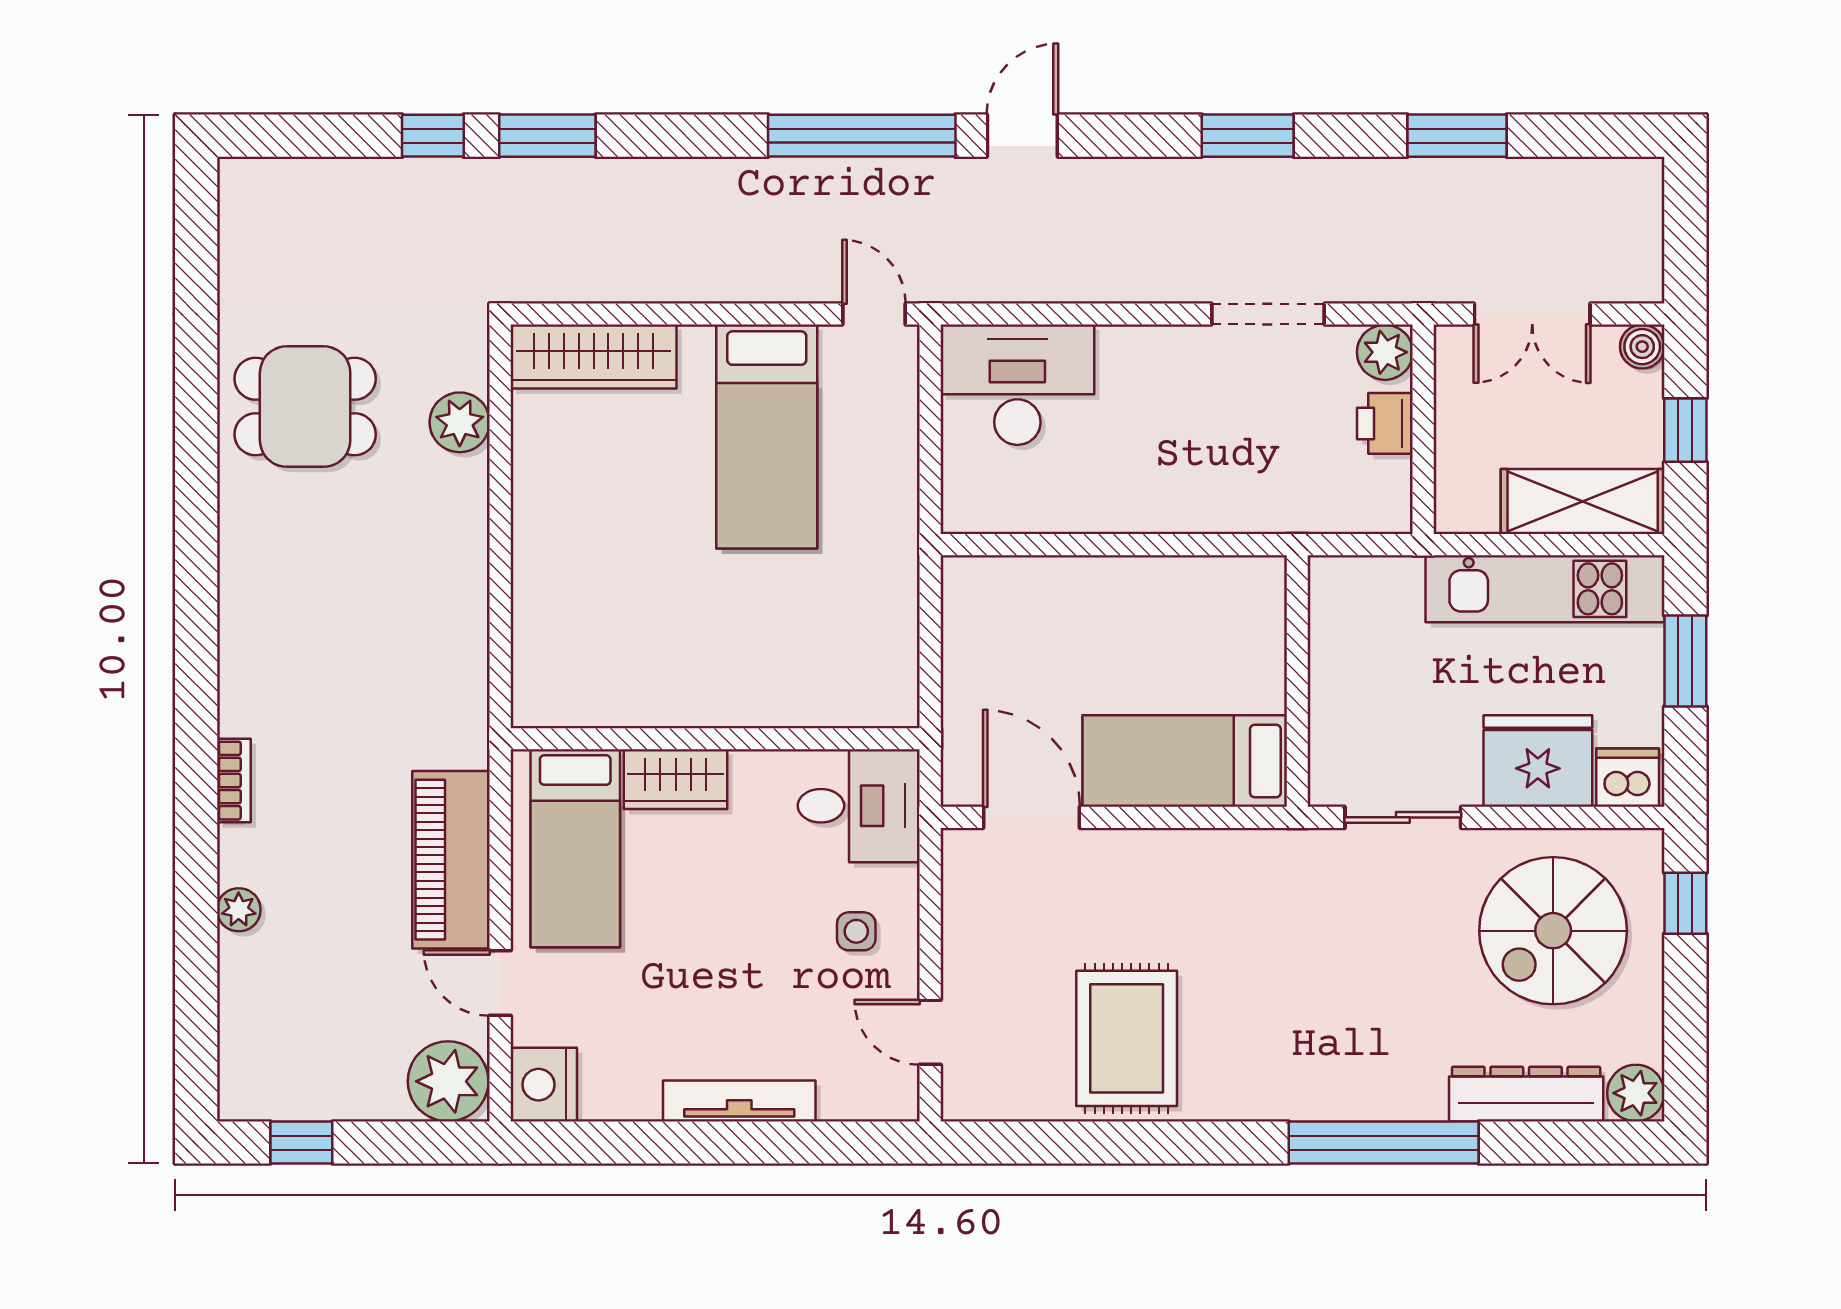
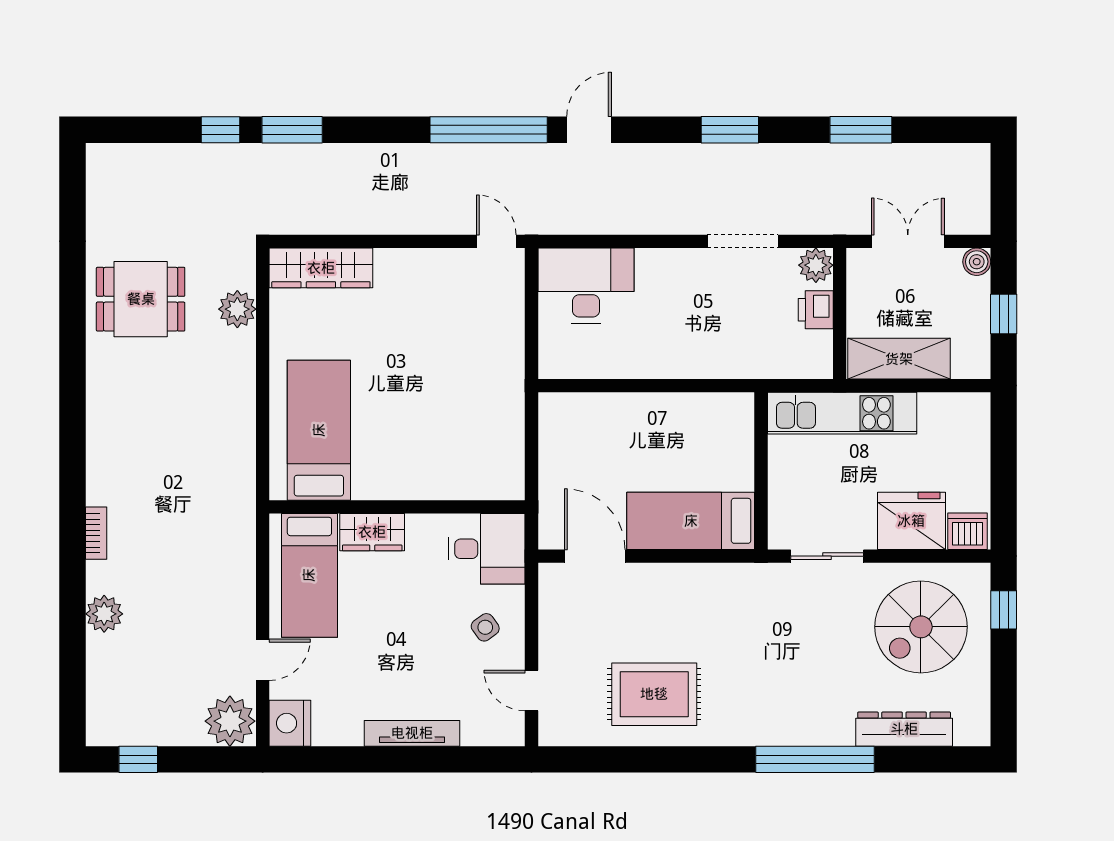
double door: (1532, 314) -> (908, 241), swing flipped
bed: (767, 437) -> (319, 430), moved, turned 180
shelving: (1583, 502) -> (899, 359), moved
kitchen unit: (1545, 589) -> (842, 413), moved
window: (1685, 661) -> (1004, 458), removed
piano: (451, 860) -> (232, 583), removed
plant: (239, 910) -> (104, 614), width x1.38, depth x1.38
side table: (856, 931) -> (485, 627), turned -36
door: (500, 983) -> (263, 660), swing flipped
rug: (1127, 1038) -> (654, 694), turned 90
plant: (1636, 1093) -> (973, 728), removed

